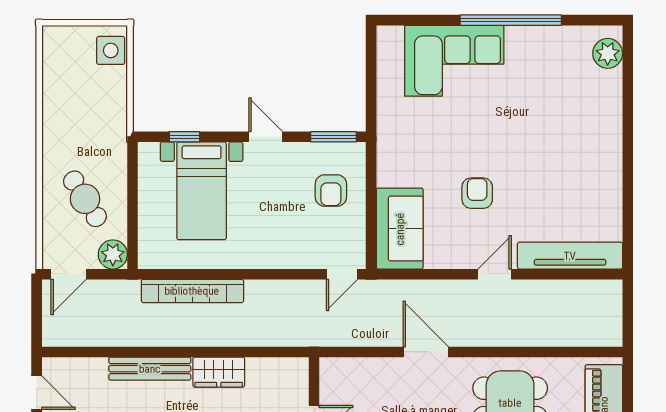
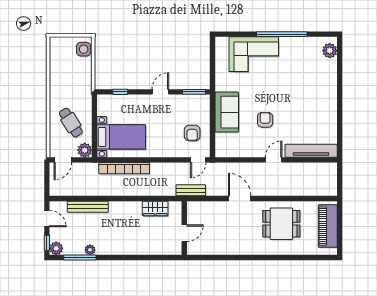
door: (266, 137) -> (160, 92), hinge flipped
armchair: (331, 190) -> (192, 133), moved
bed with nightstands: (202, 191) -> (121, 137), moved, turned -90
sofa: (400, 229) -> (227, 112), moved
bench: (327, 335) -> (191, 190), added
bench: (150, 369) -> (88, 207), moved
wardrobe: (219, 372) -> (155, 208), moved

